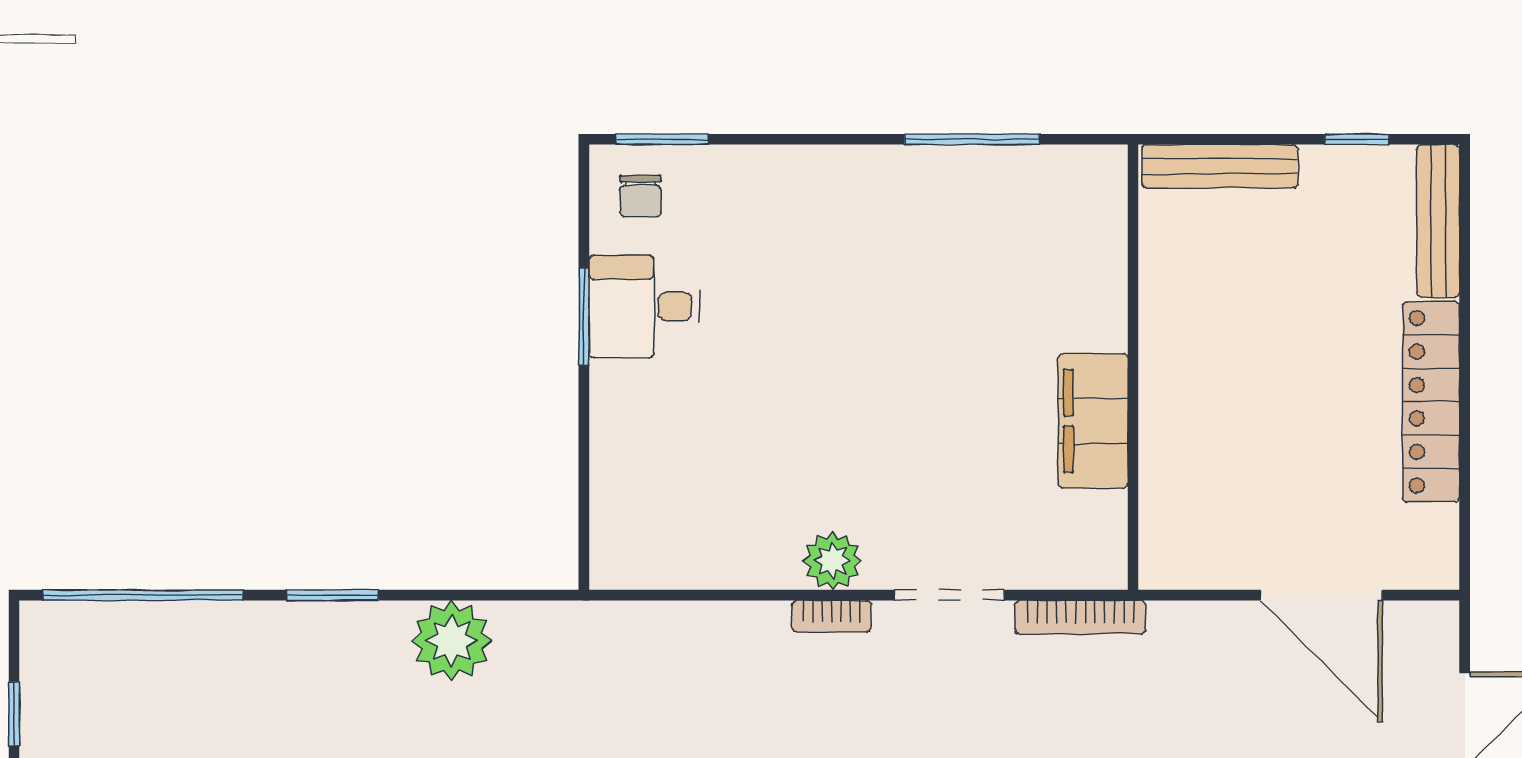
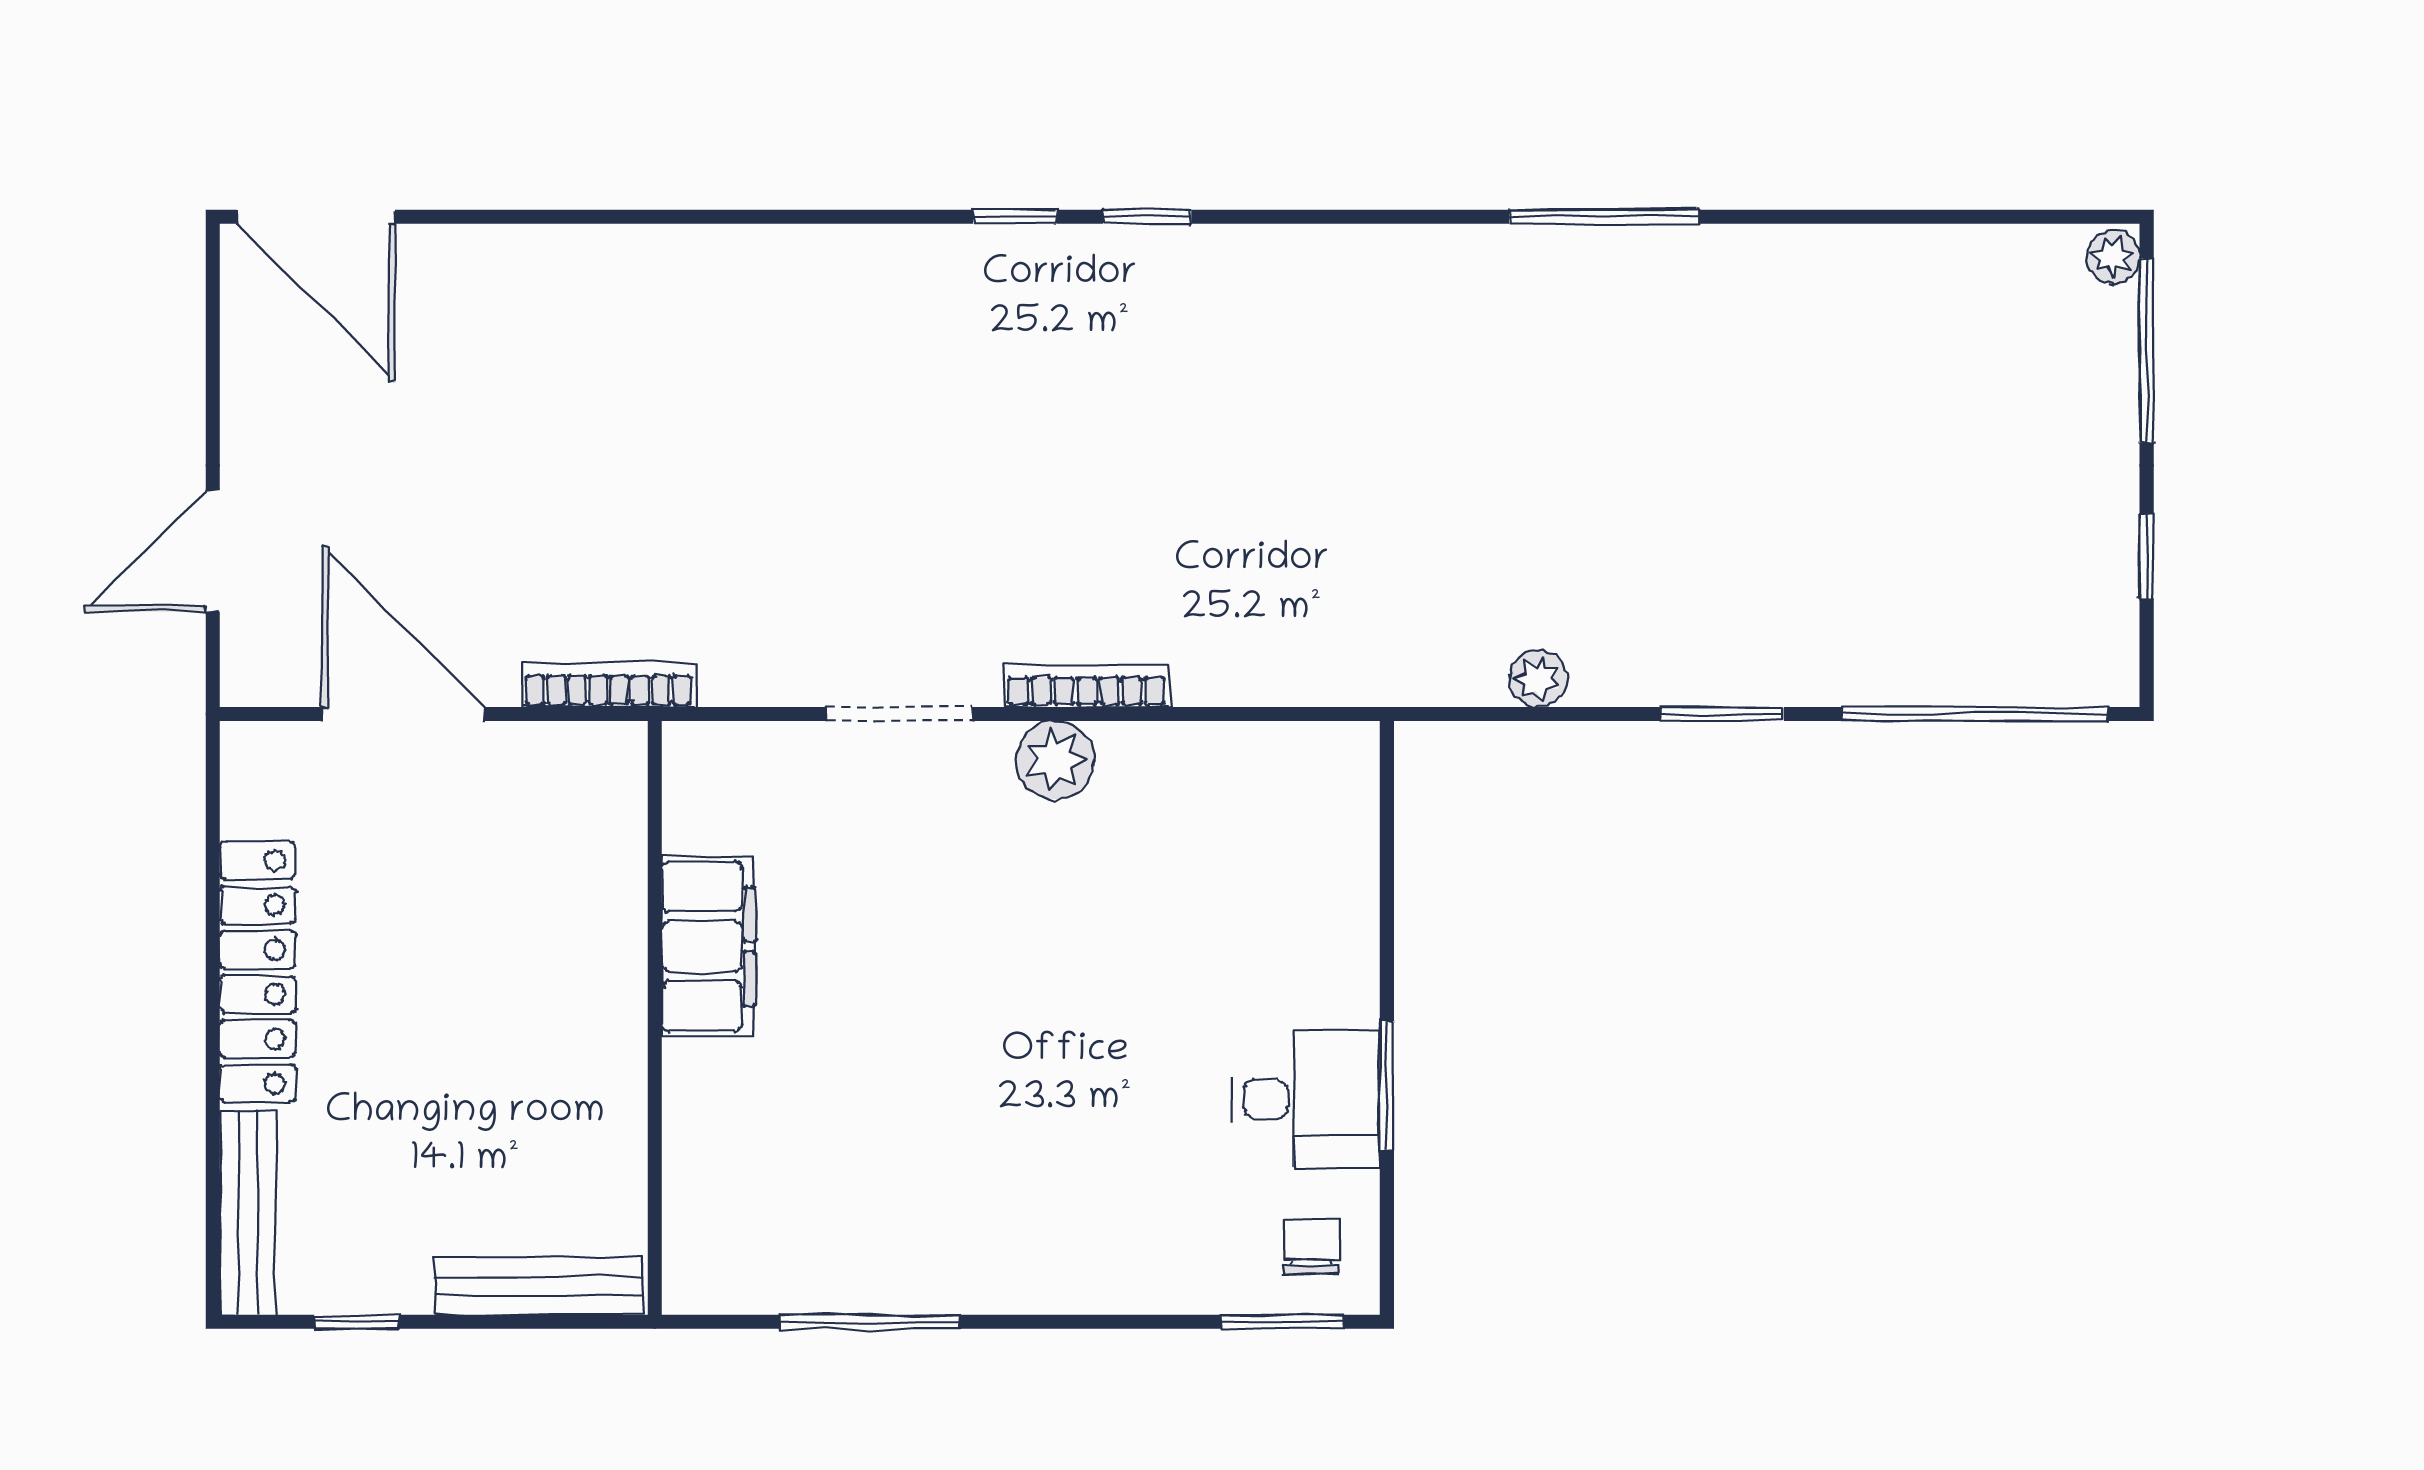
bookcase: (831, 616) -> (1087, 686), width x1.56
bookcase: (1080, 617) -> (609, 685), moved
plant: (452, 641) -> (1538, 678), width x0.53, depth x0.53

